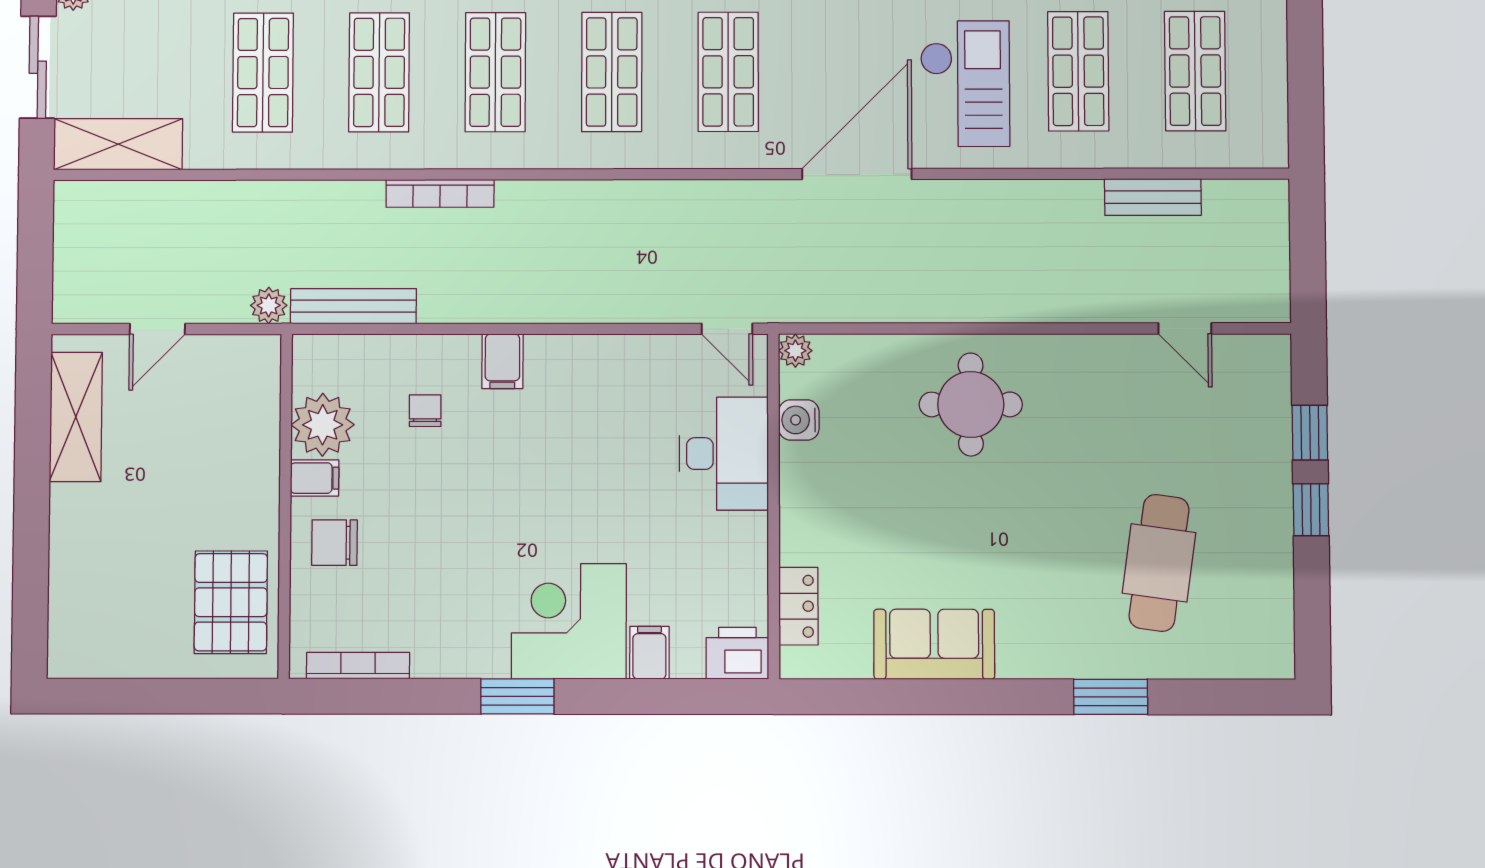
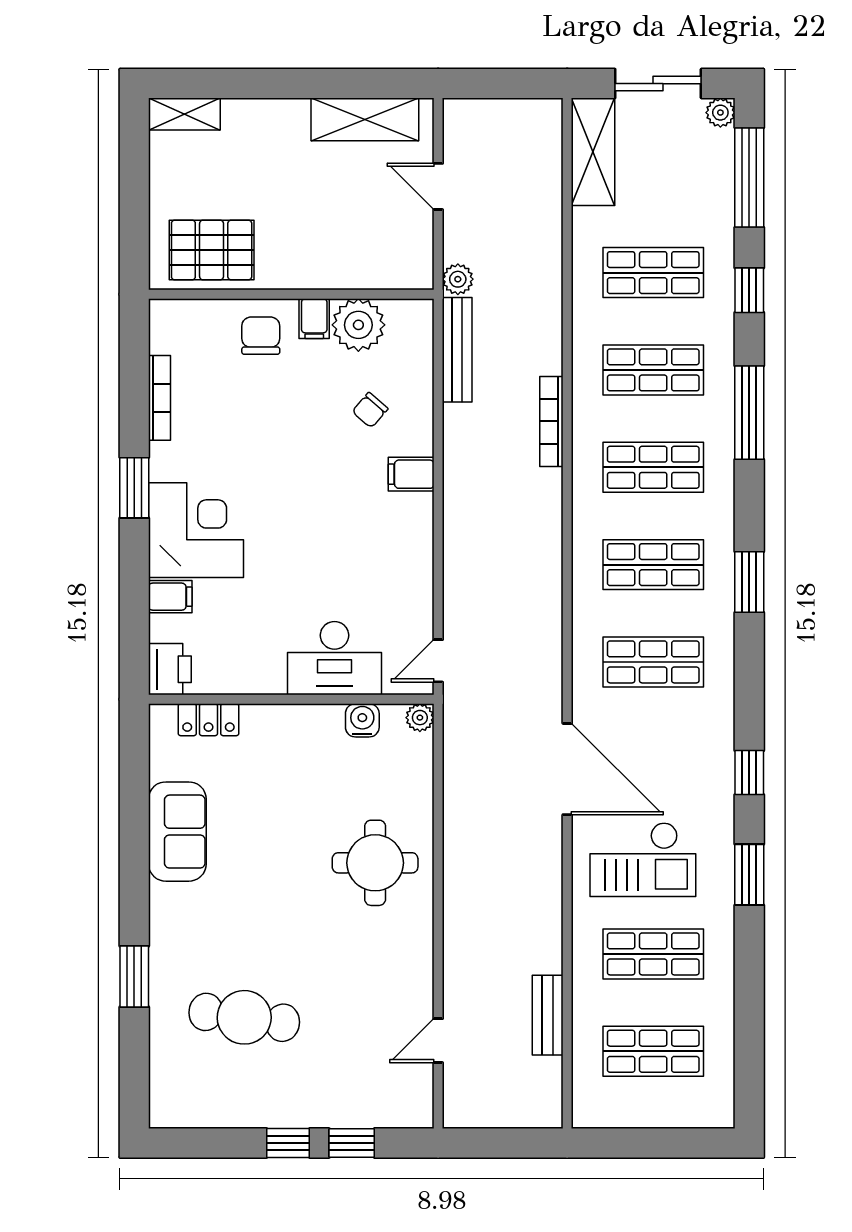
chair: (425, 411) -> (370, 410), turned 131
shelving: (66, 635) -> (184, 114), added
bookcase: (358, 666) -> (159, 398), moved

